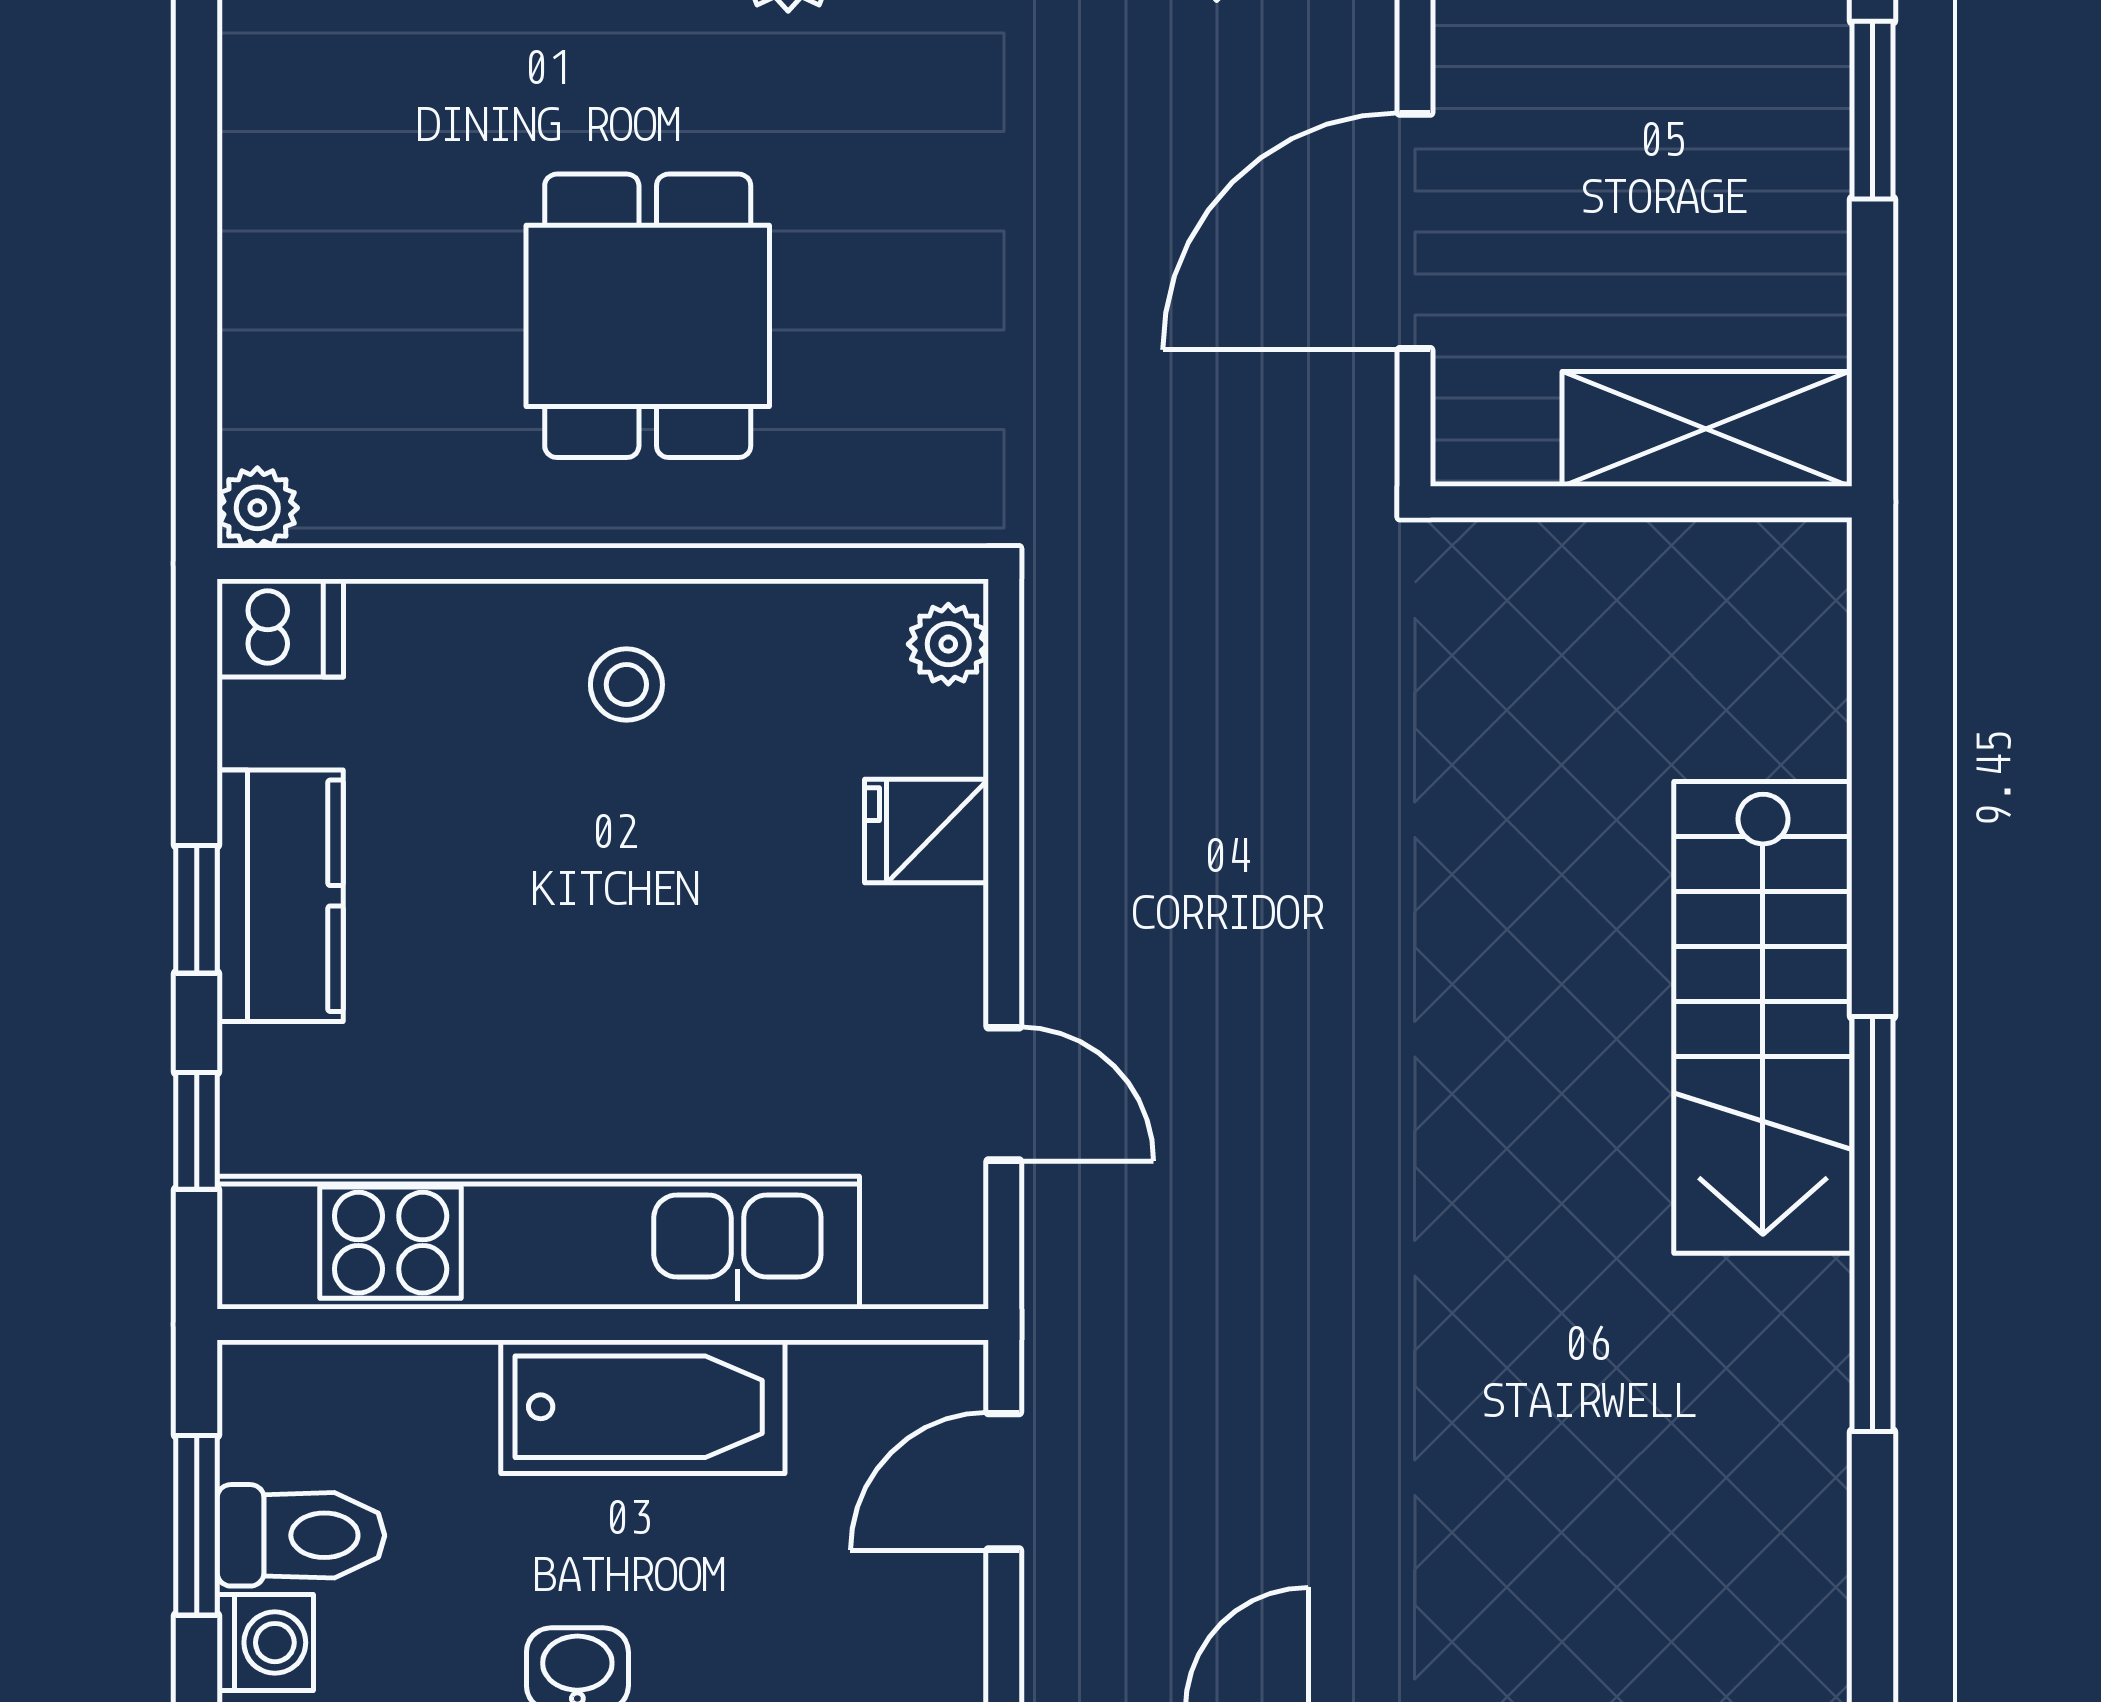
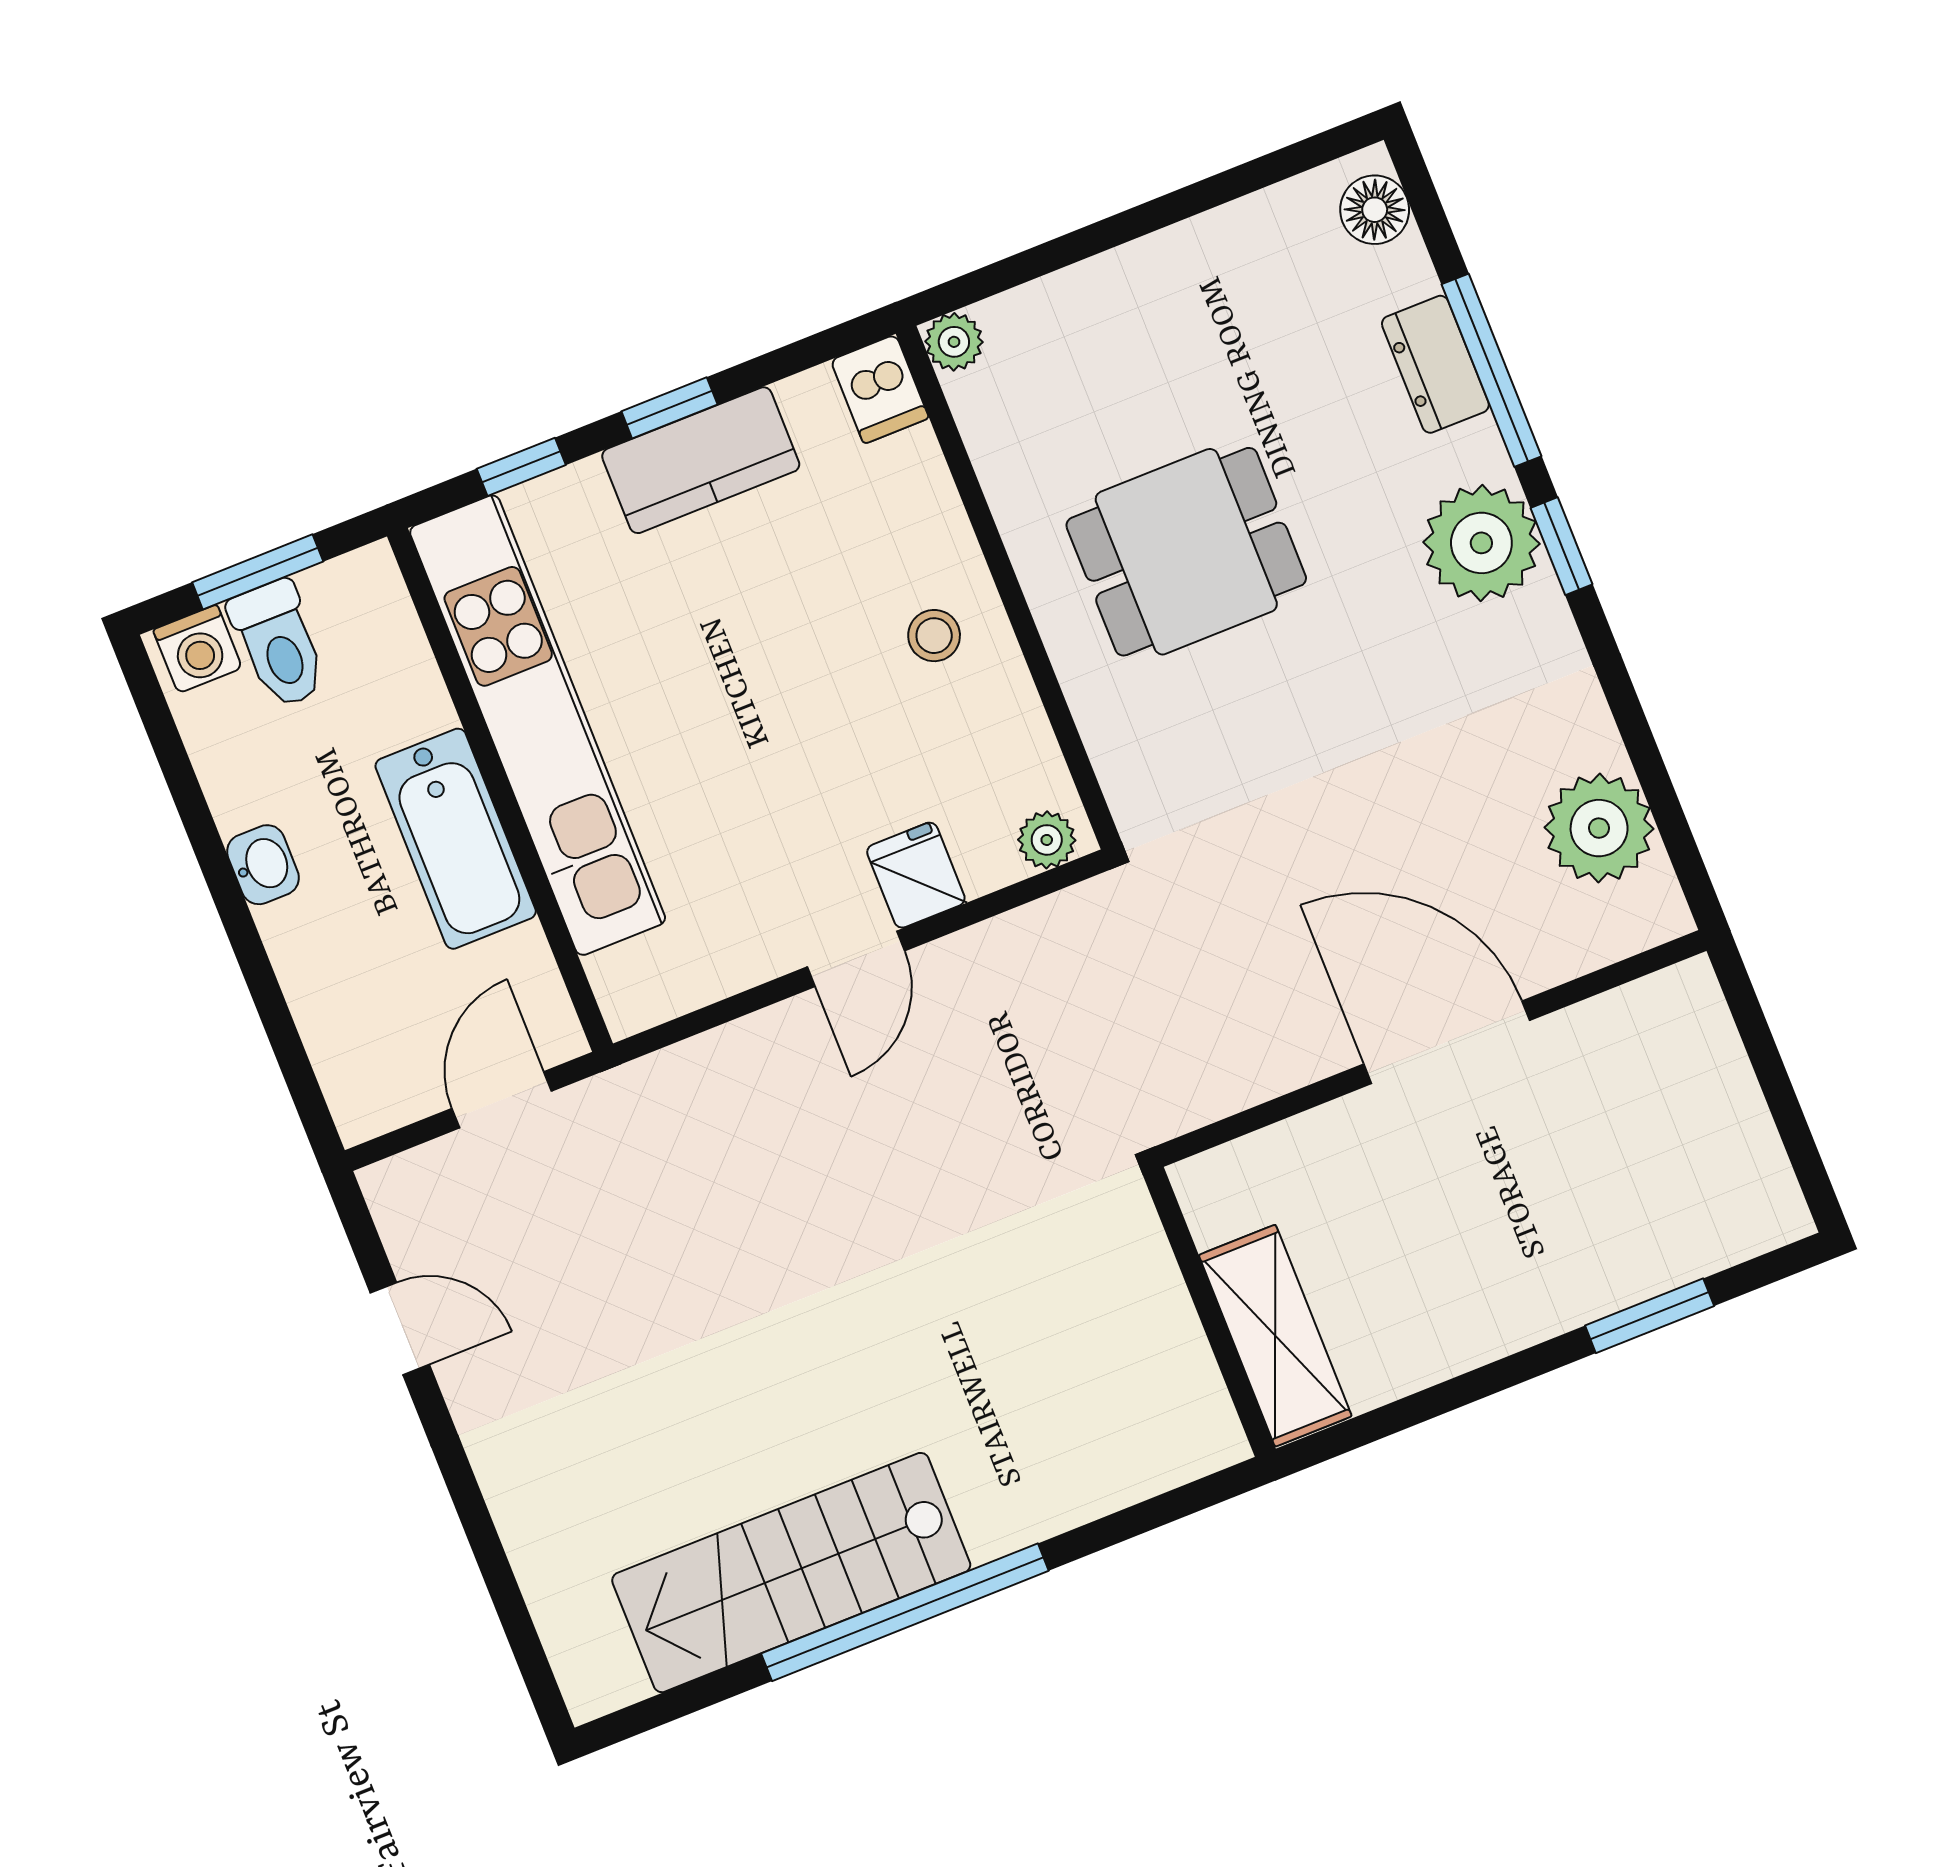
shelving: (1706, 429) -> (1275, 1336), moved
wall: (1641, 502) -> (1209, 1312), moved
stairs: (1763, 1017) -> (791, 1573), moved
door: (1004, 1094) -> (856, 959), moved
door: (1004, 1481) -> (502, 1100), hinge flipped

